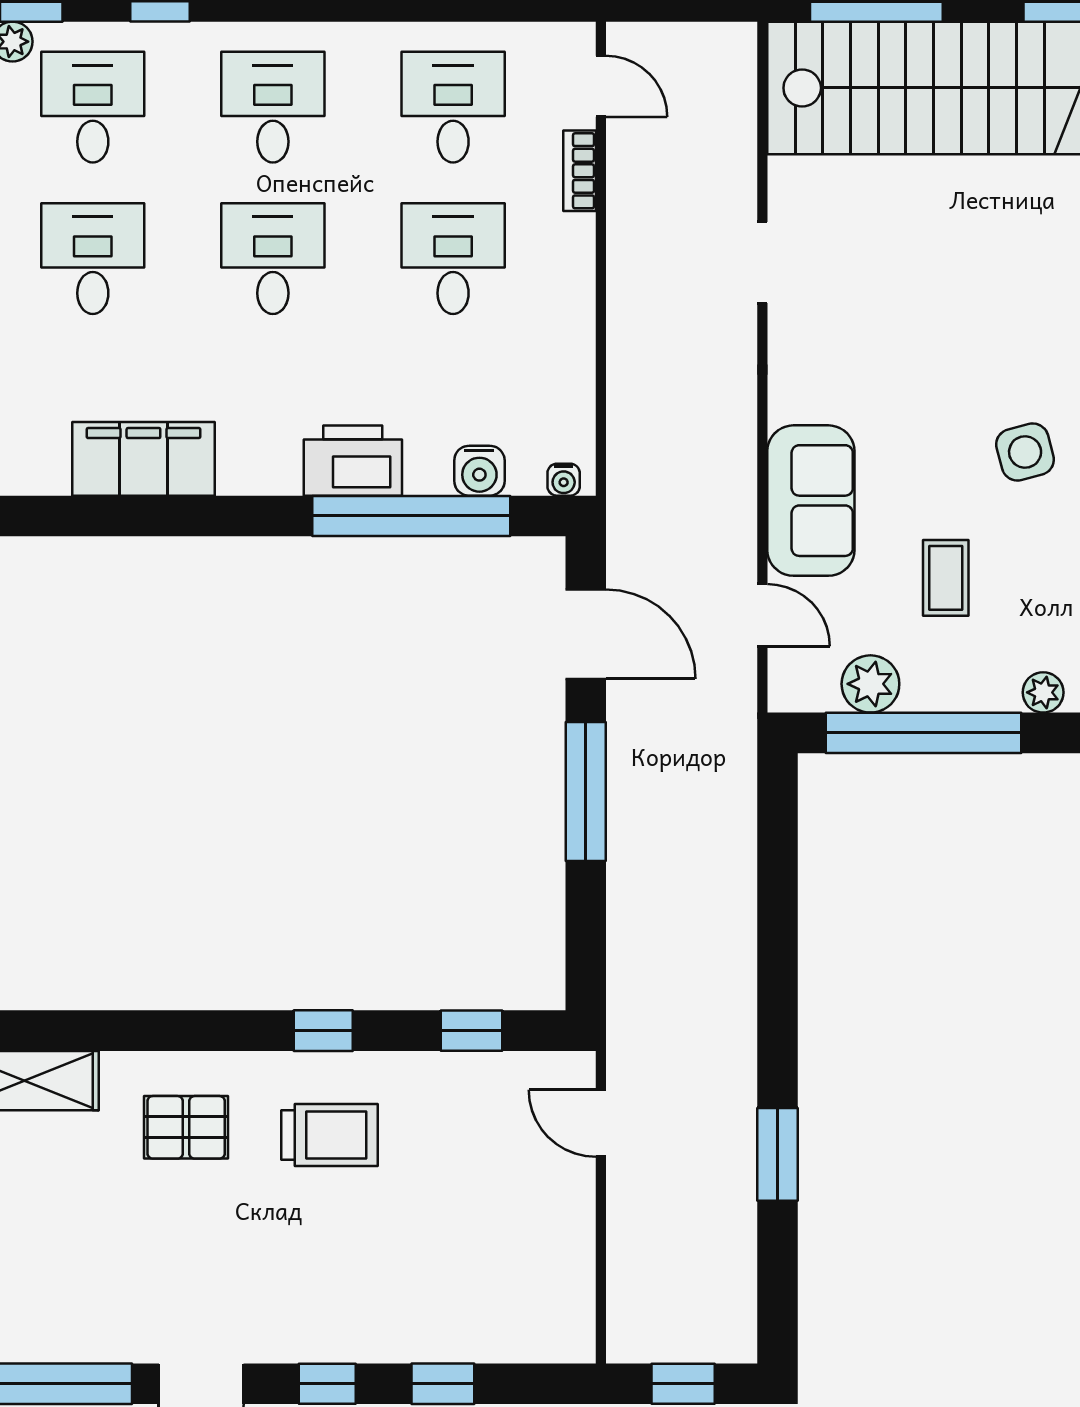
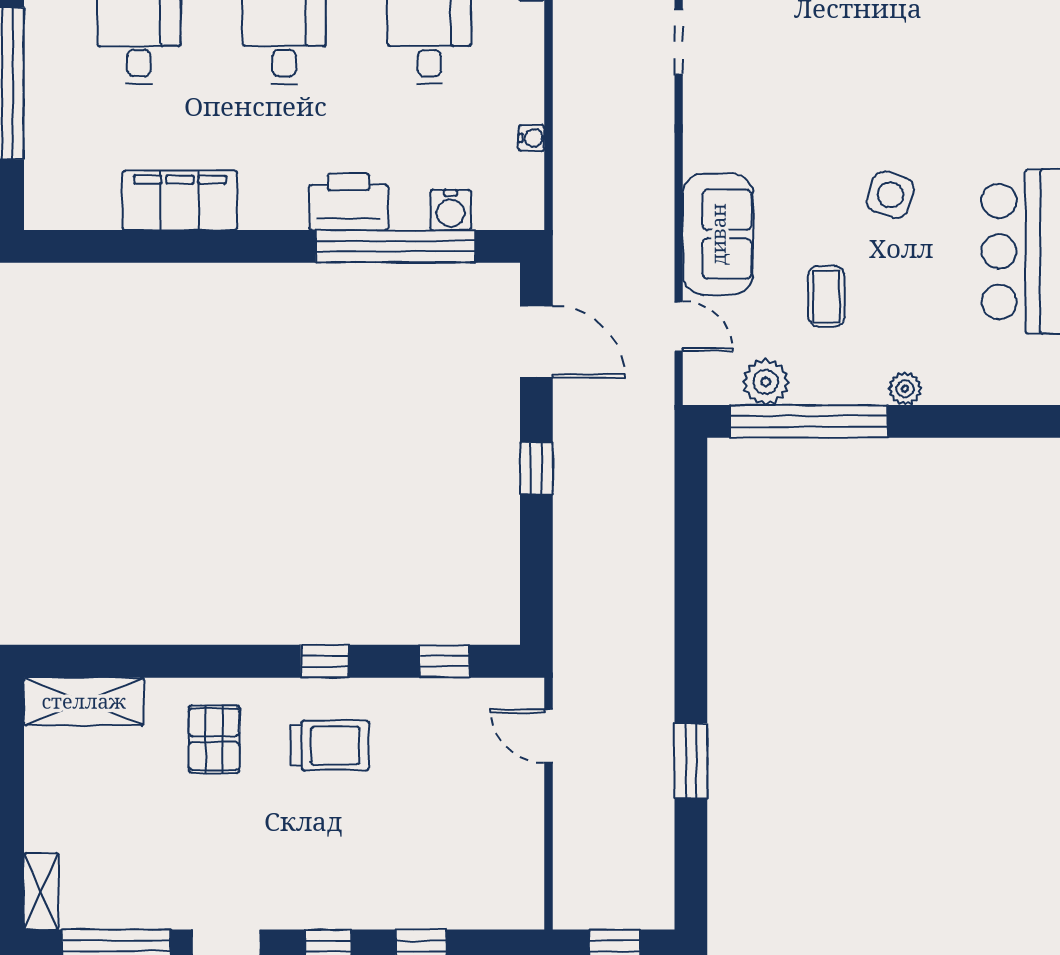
side table: (1025, 452) -> (890, 195), turned 33
water cooler: (564, 480) -> (531, 138), moved, turned -90
window: (586, 791) -> (536, 468), width x0.46
pallet: (186, 1127) -> (214, 739), turned 90

